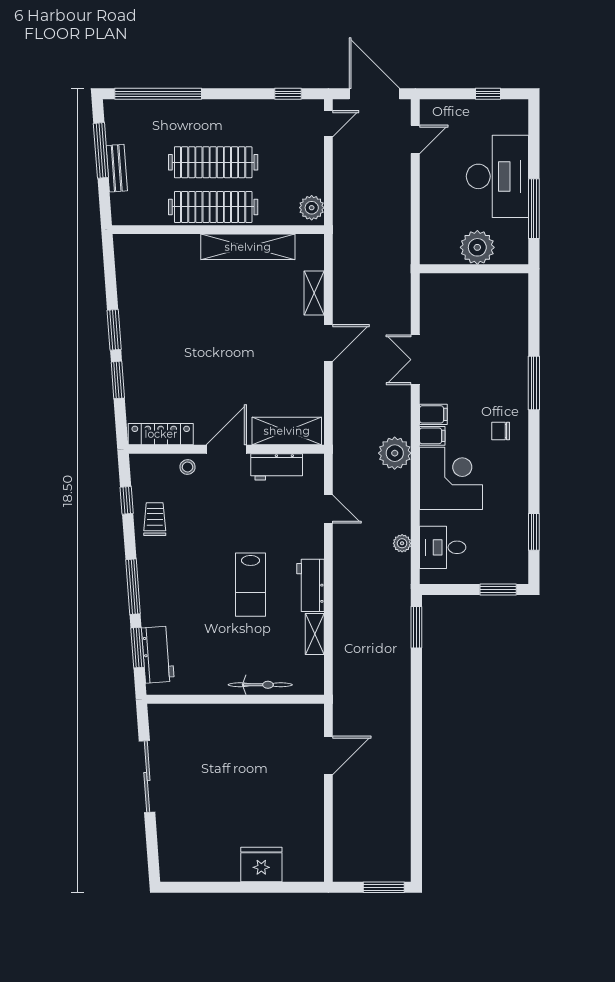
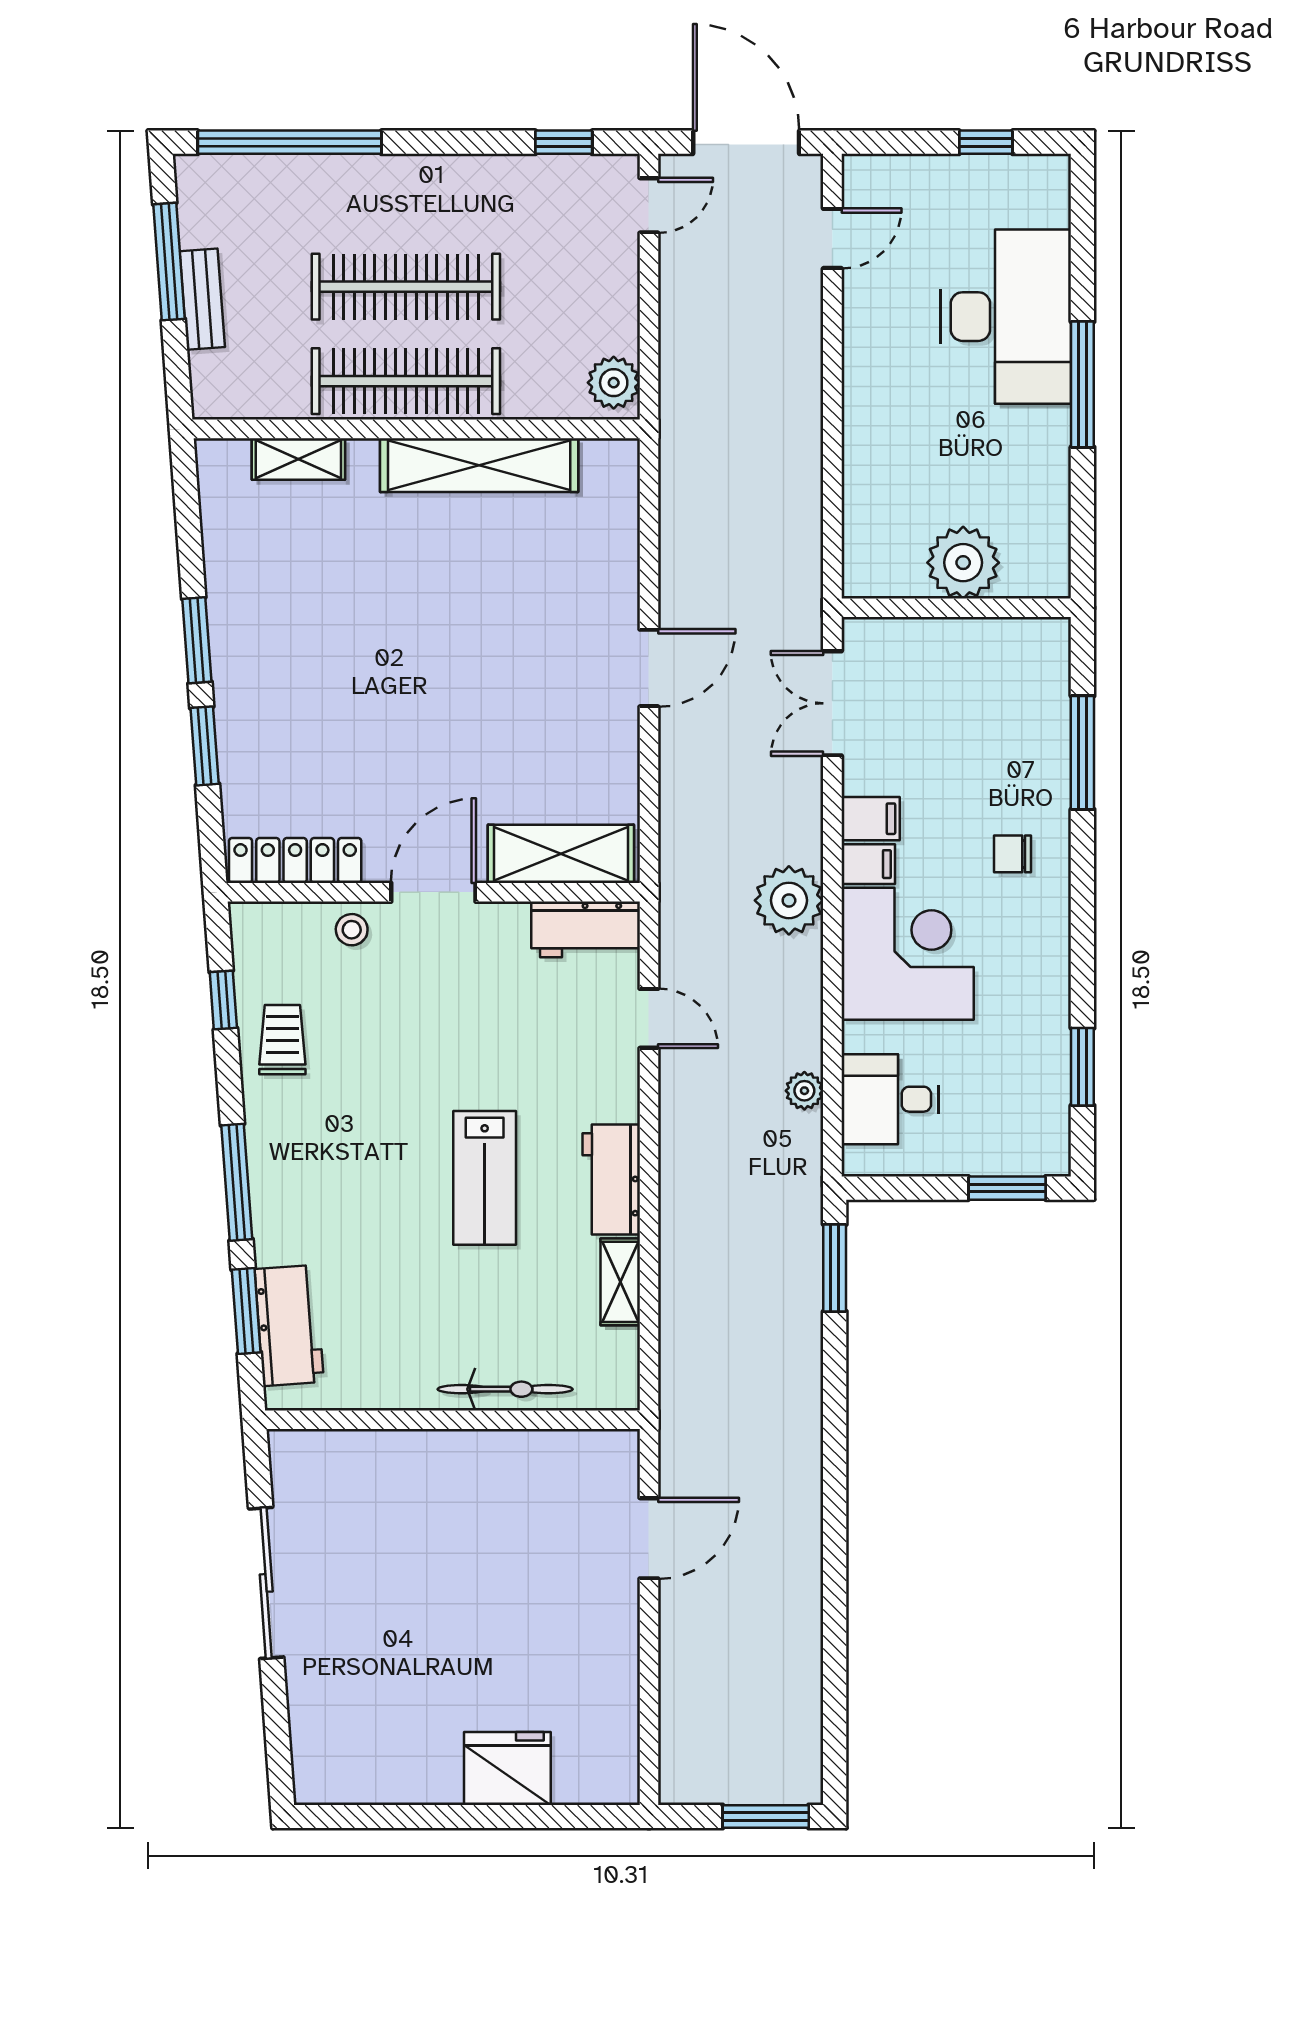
plant: (477, 247) -> (963, 563), moved
wall: (474, 269) -> (956, 608), moved
shelving: (314, 293) -> (298, 459), moved, turned 90
workbench: (277, 467) -> (586, 929), moved

